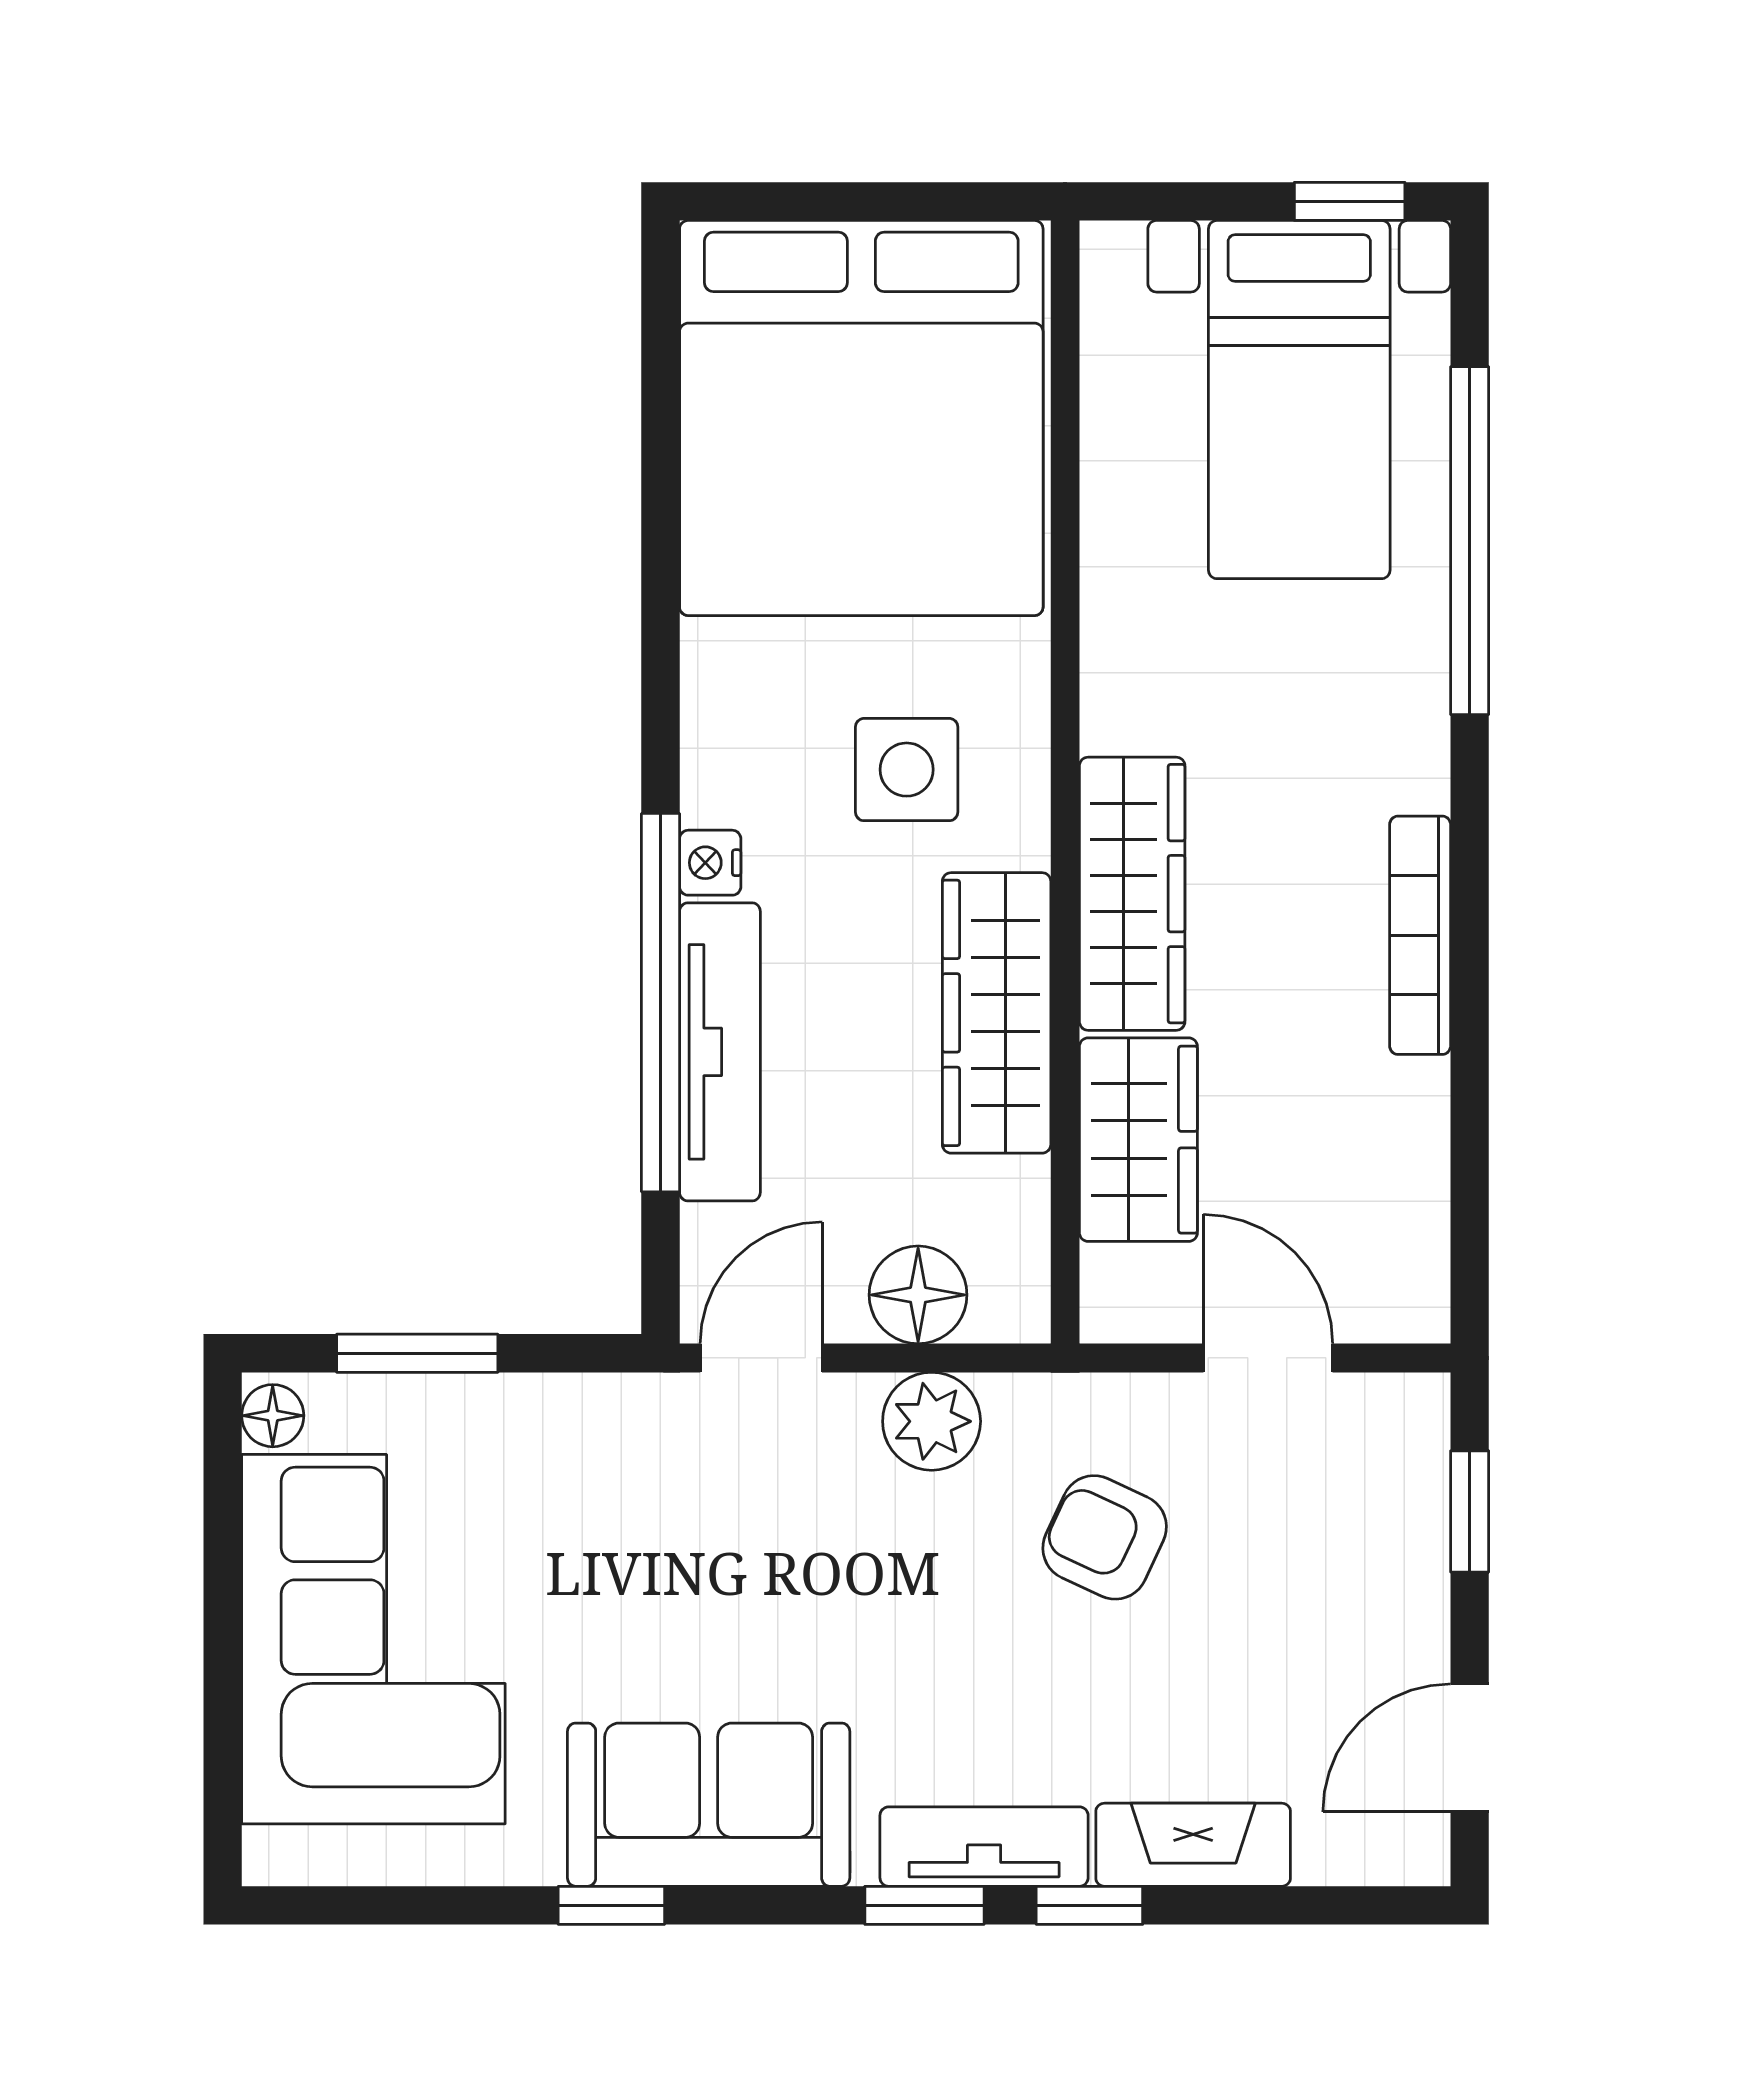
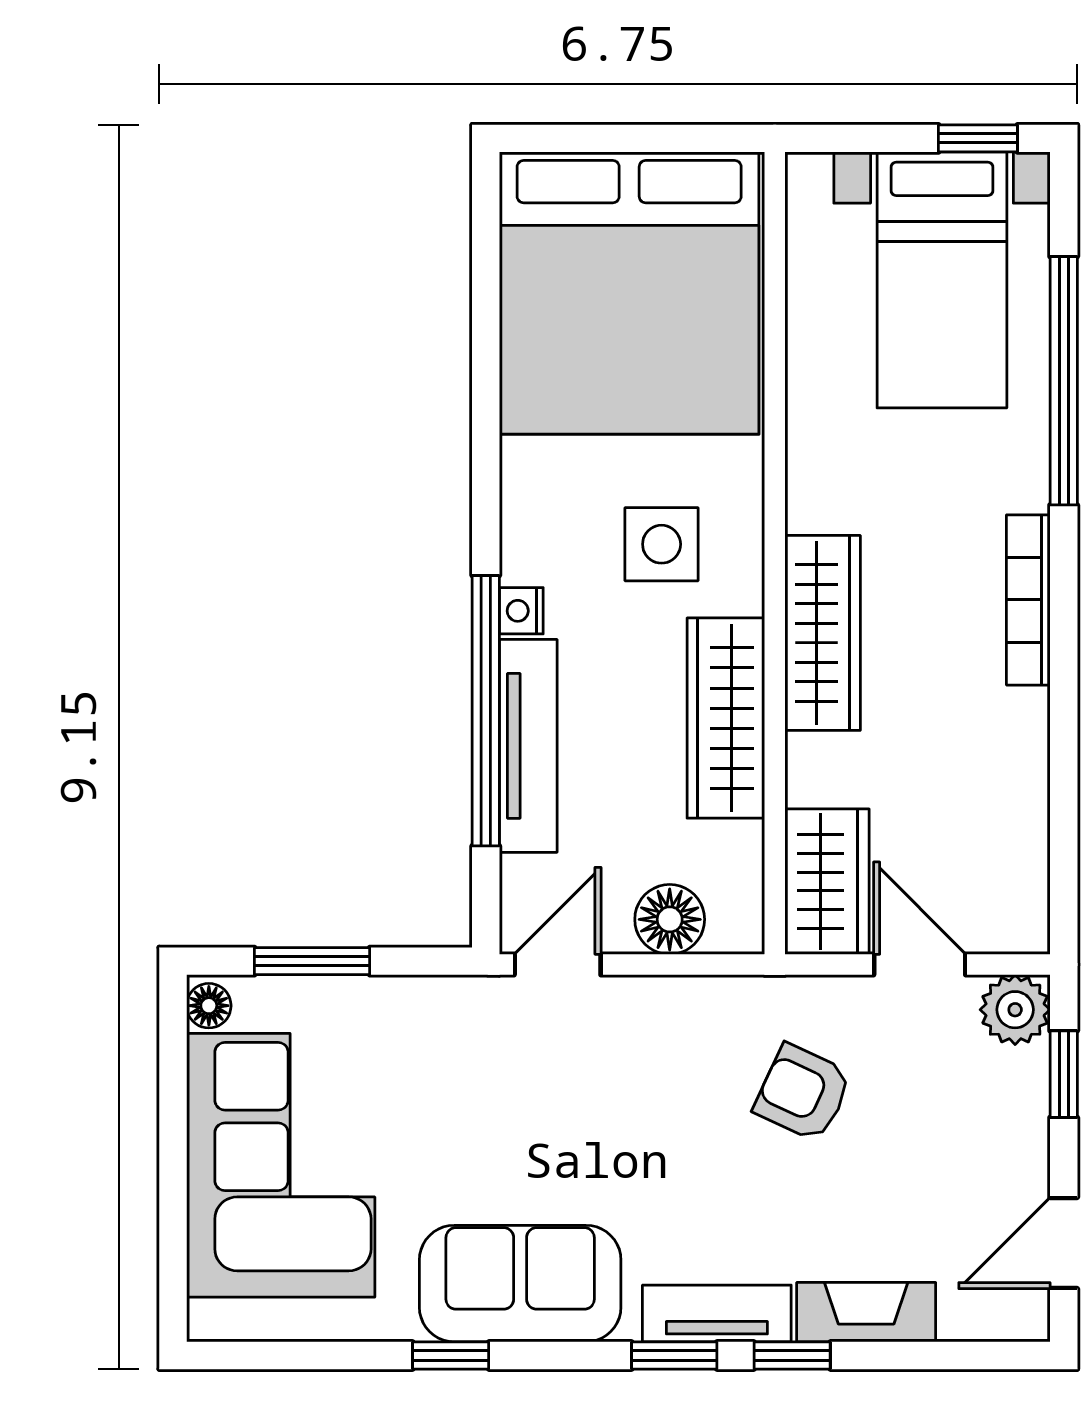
bookcase: (1420, 935) -> (1028, 600), moved
wardrobe: (1138, 1140) -> (827, 882), moved
plant: (932, 1421) -> (1015, 1010), moved

